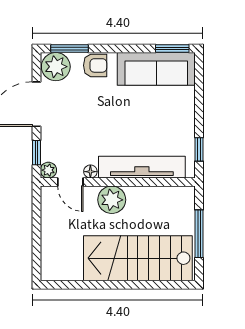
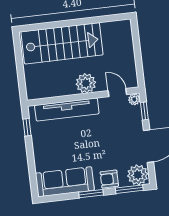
window: (172, 49) -> (91, 194), moved
floor lamp: (90, 172) -> (104, 102), removed
window: (199, 234) -> (20, 66), removed

